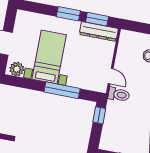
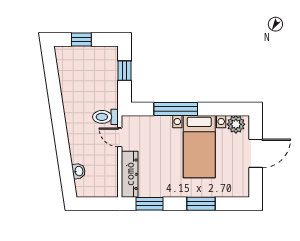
window: (68, 14) -> (201, 204), moved
dresser: (99, 32) -> (130, 174), moved, turned 90
window: (99, 115) -> (125, 71), moved

